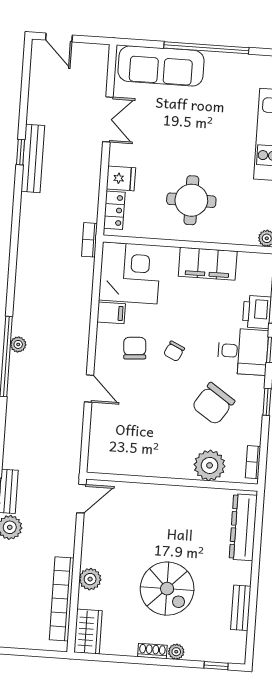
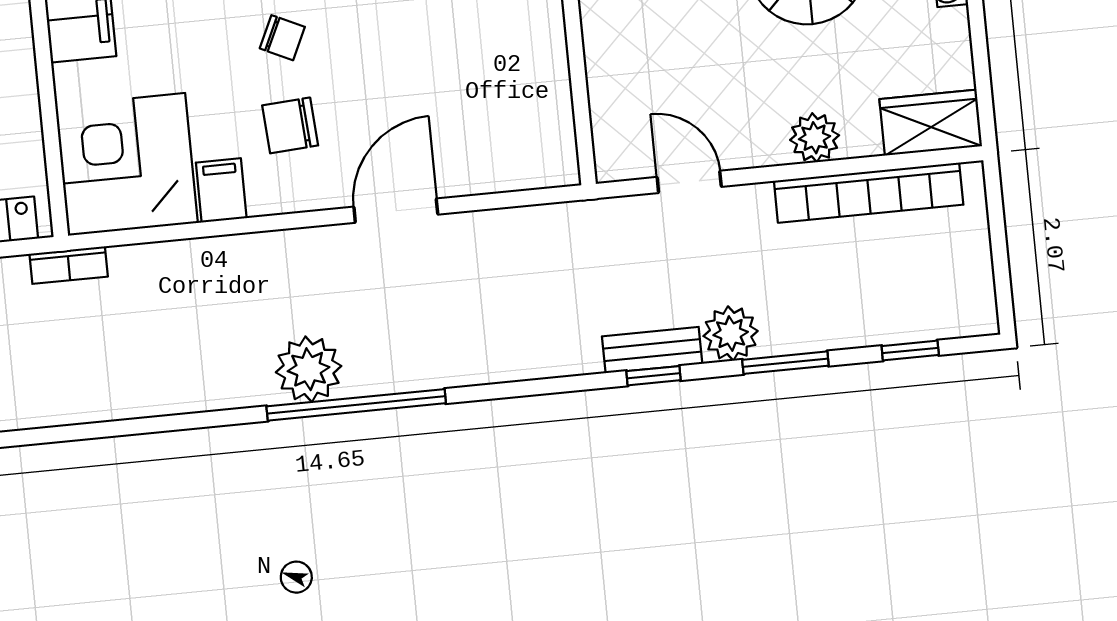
plant: (18, 344) -> (309, 369), width x1.87, depth x1.87
door: (89, 388) -> (396, 211), width x1.38
door: (81, 499) -> (689, 182), moved

